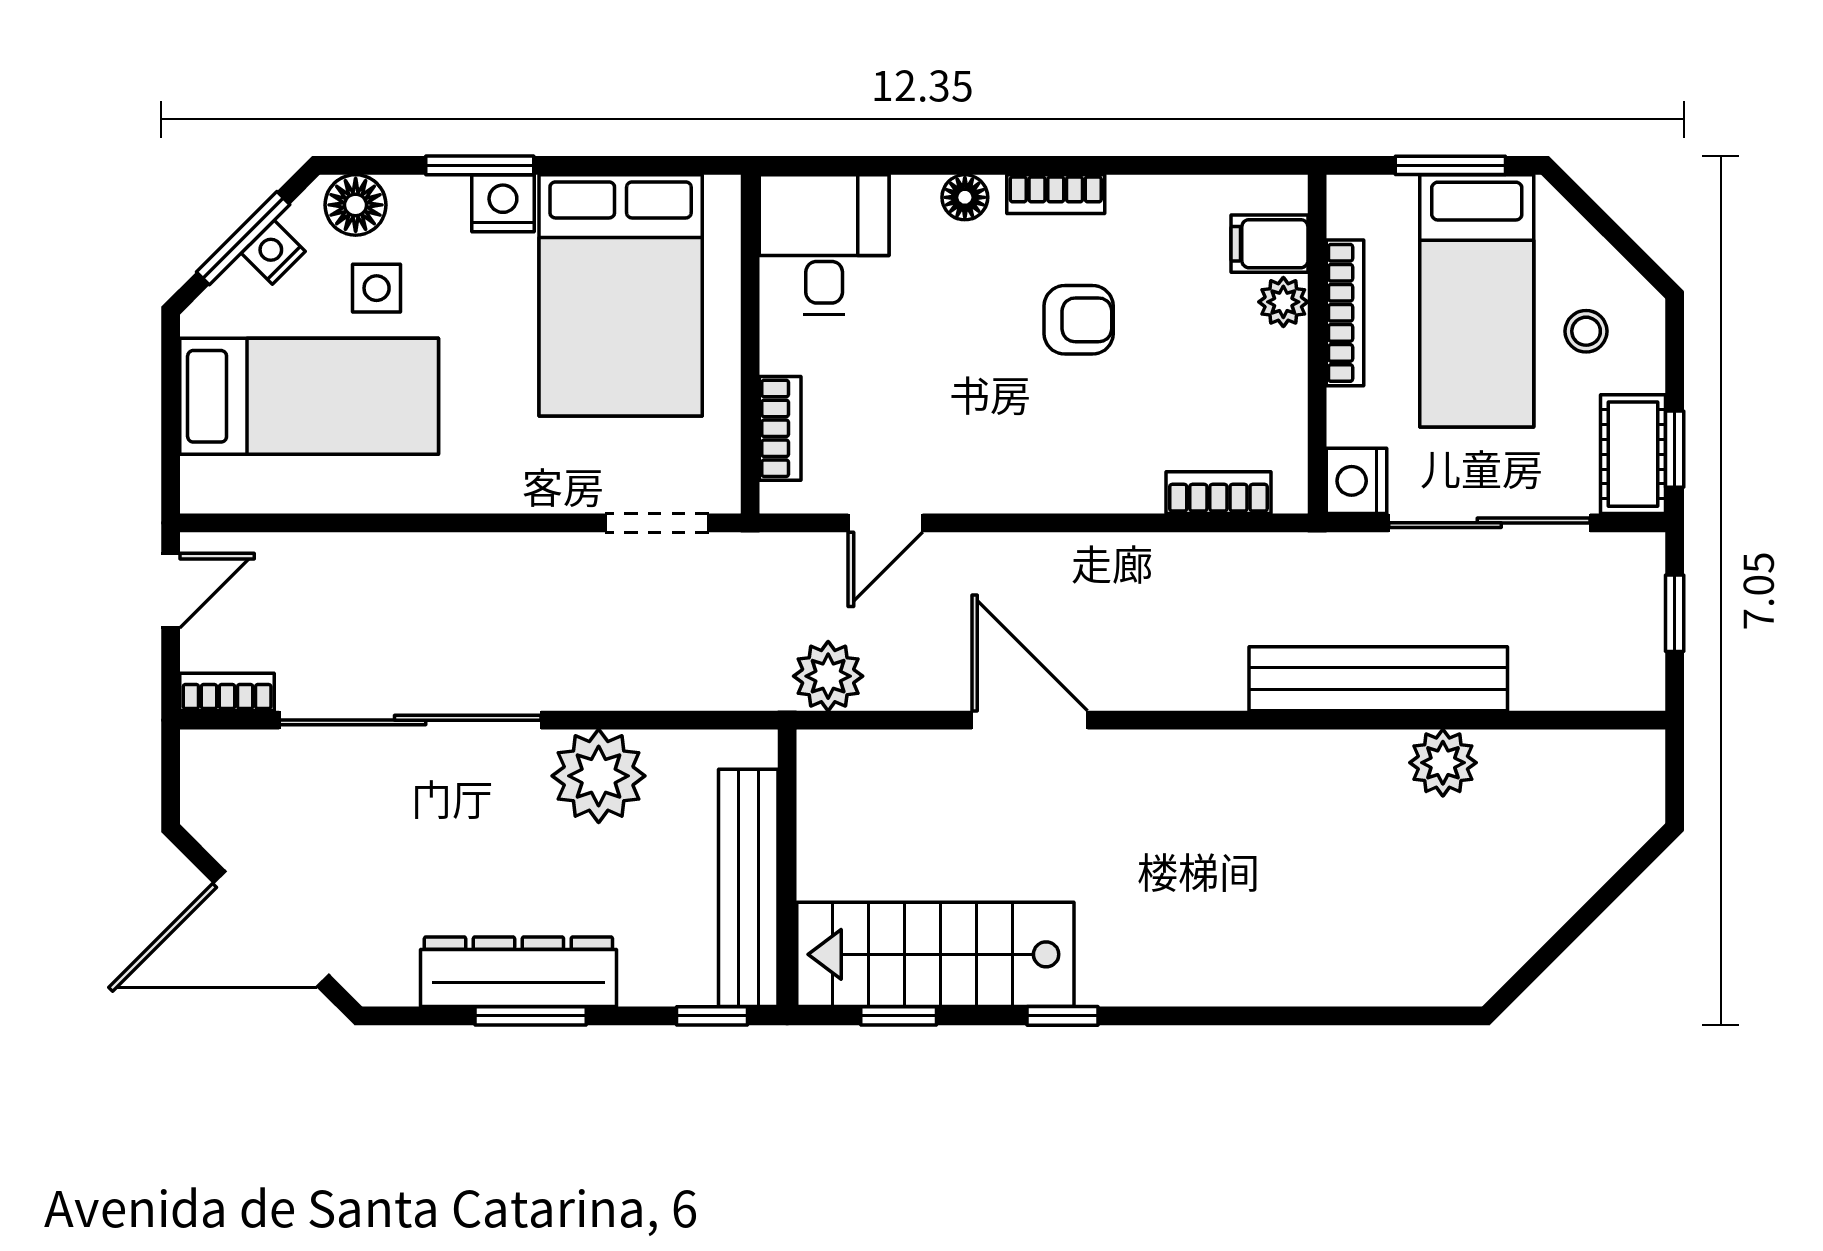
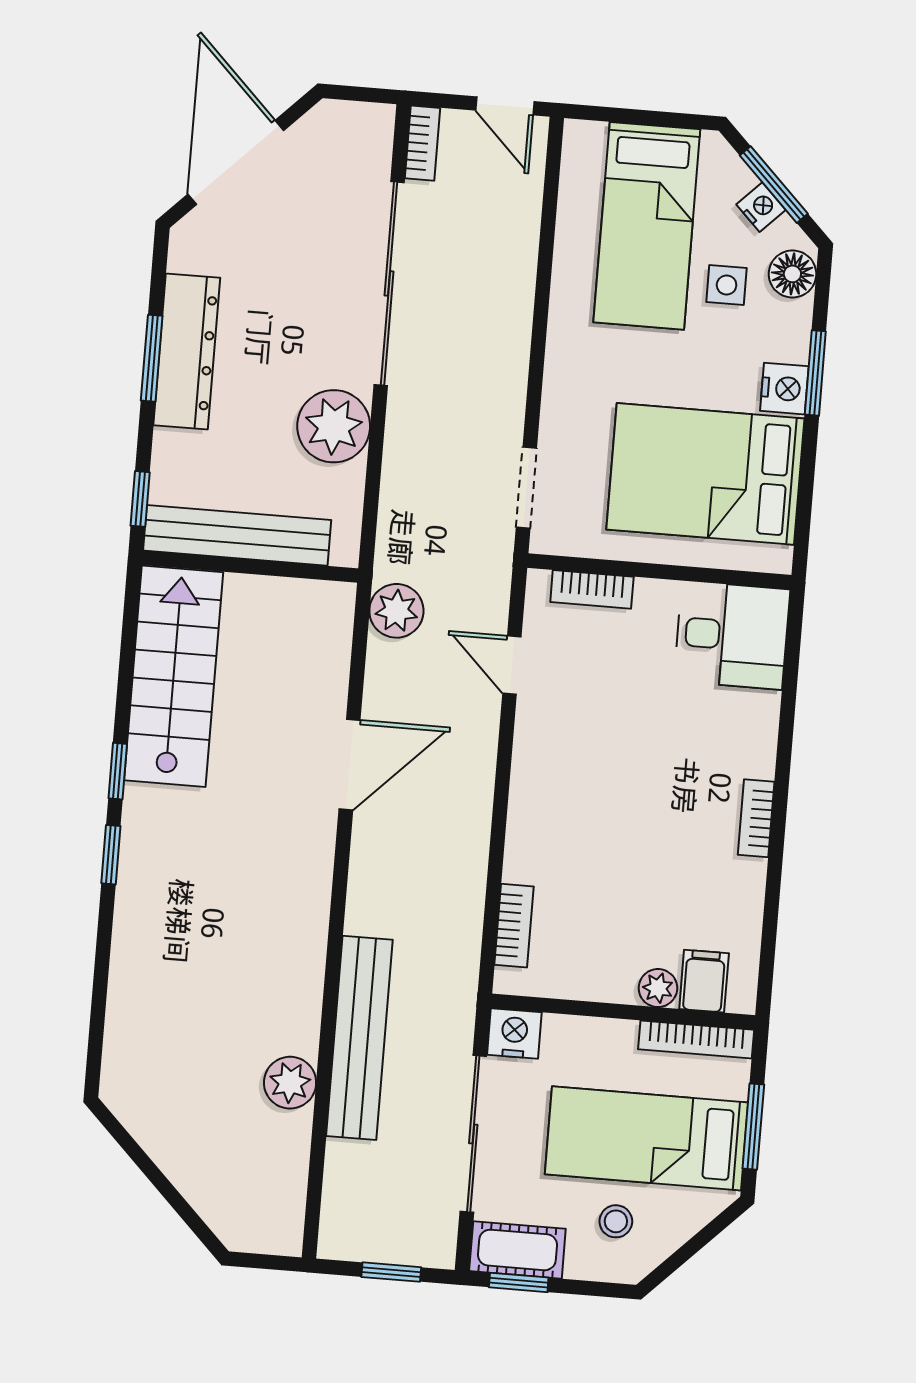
floor lamp: (965, 197) -> (760, 748), removed
bookcase: (1345, 313) -> (696, 1040), moved
armchair: (1079, 320) -> (657, 828), removed
window: (899, 1016) -> (111, 855), moved

